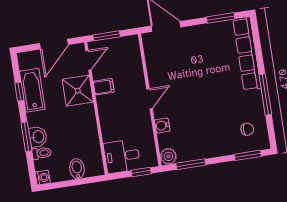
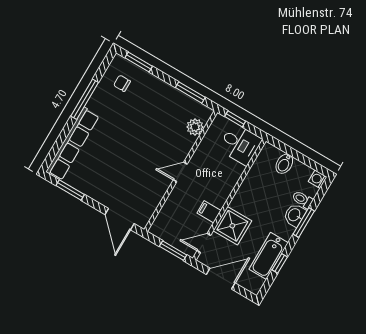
water cooler: (162, 126) -> (188, 142), removed
plant: (168, 156) -> (195, 127), moved

